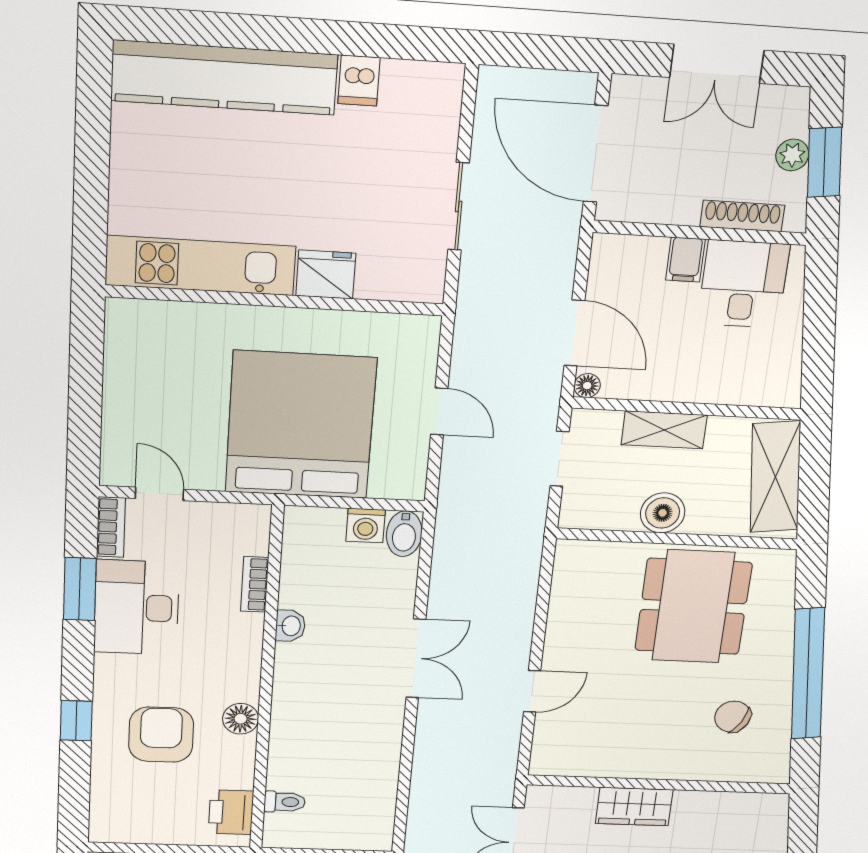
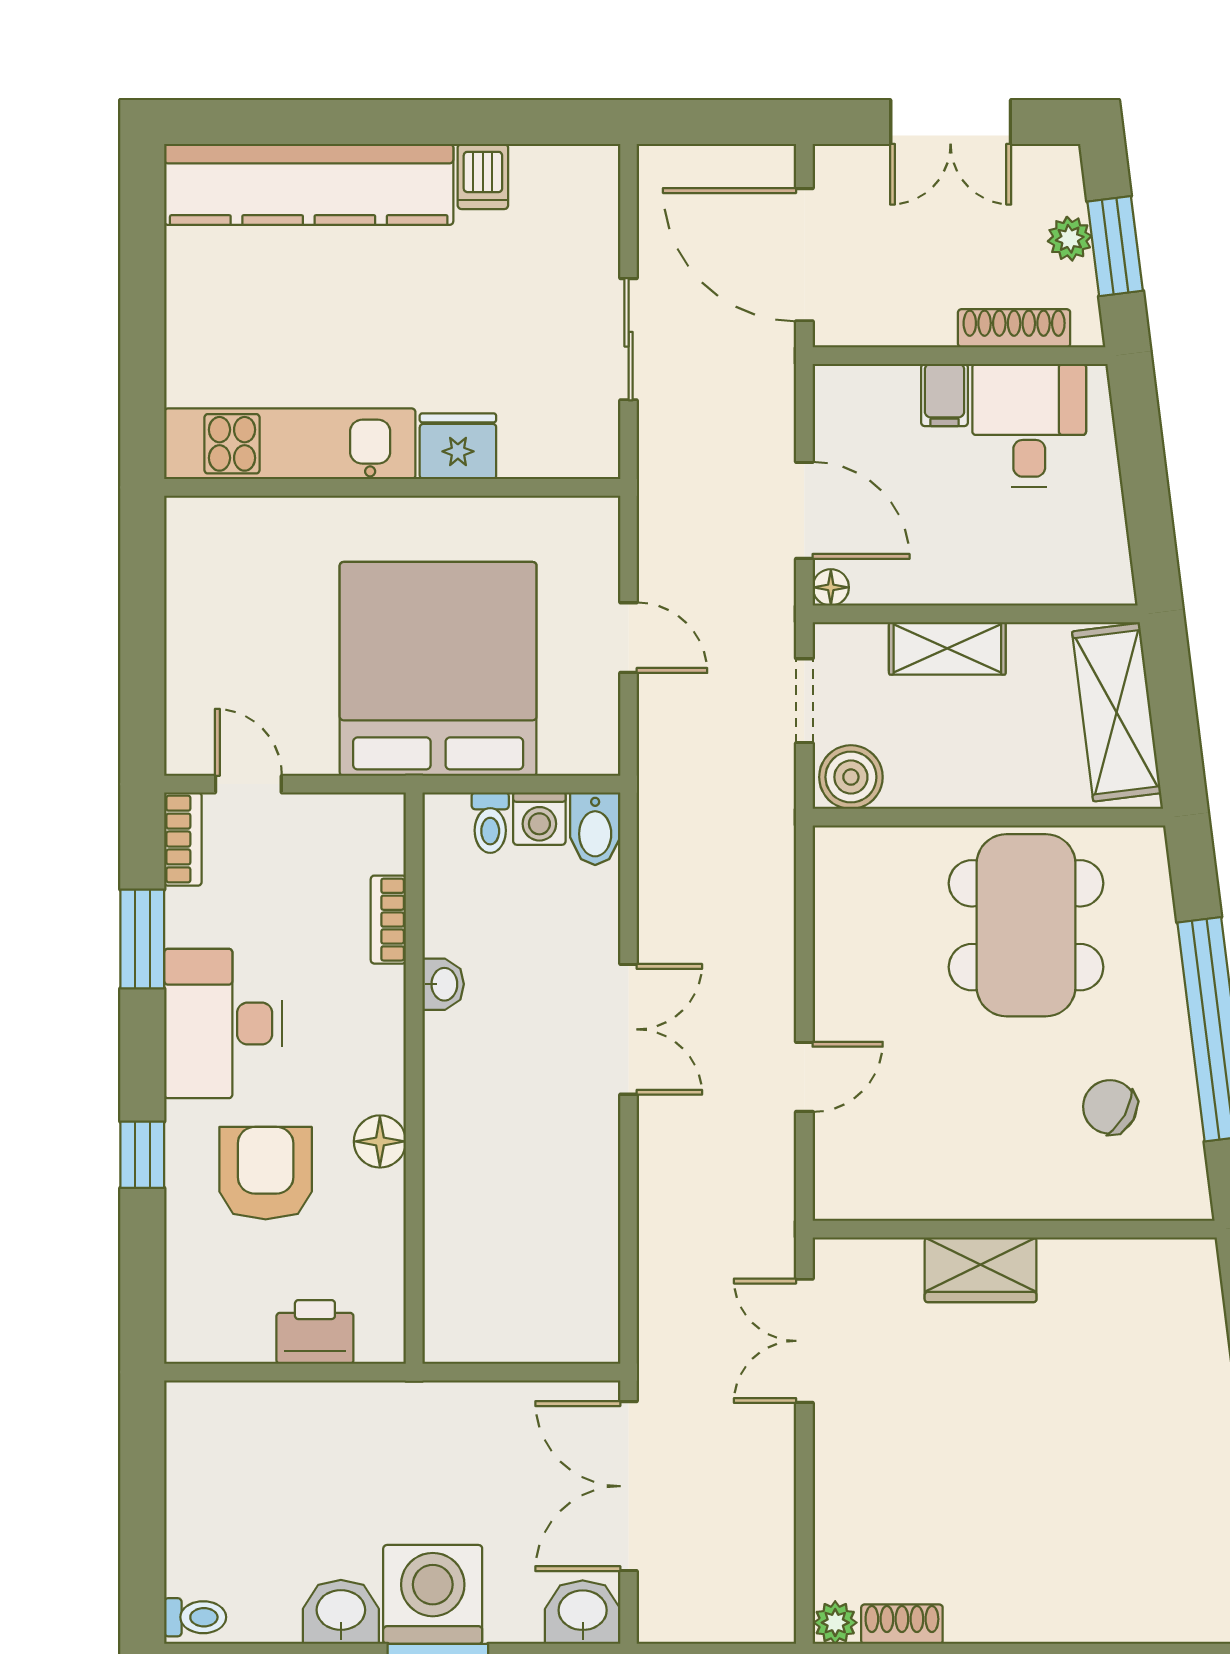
boiler: (663, 513) -> (851, 777), moved
desk: (137, 608) -> (223, 1024), moved
toilet: (285, 802) -> (490, 823), moved, turned 90
printer: (231, 812) -> (315, 1332), moved, turned 90

